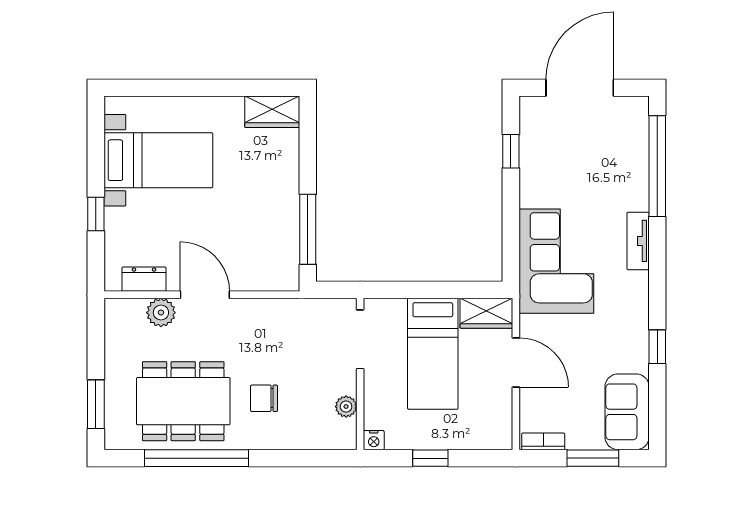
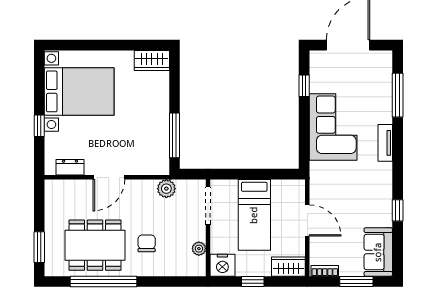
bed with nightstands: (158, 160) -> (79, 91), width x1.36
window: (657, 166) -> (398, 95), width x0.68
corner sofa: (556, 261) -> (333, 127), moved
door: (205, 295) -> (109, 177), swing flipped
plant: (161, 313) -> (166, 189), moved
wardrobe: (486, 313) -> (288, 267), moved, turned 180
chair: (264, 398) -> (147, 243), turned 90
nightstand: (374, 440) -> (222, 265), width x1.89, depth x1.79

